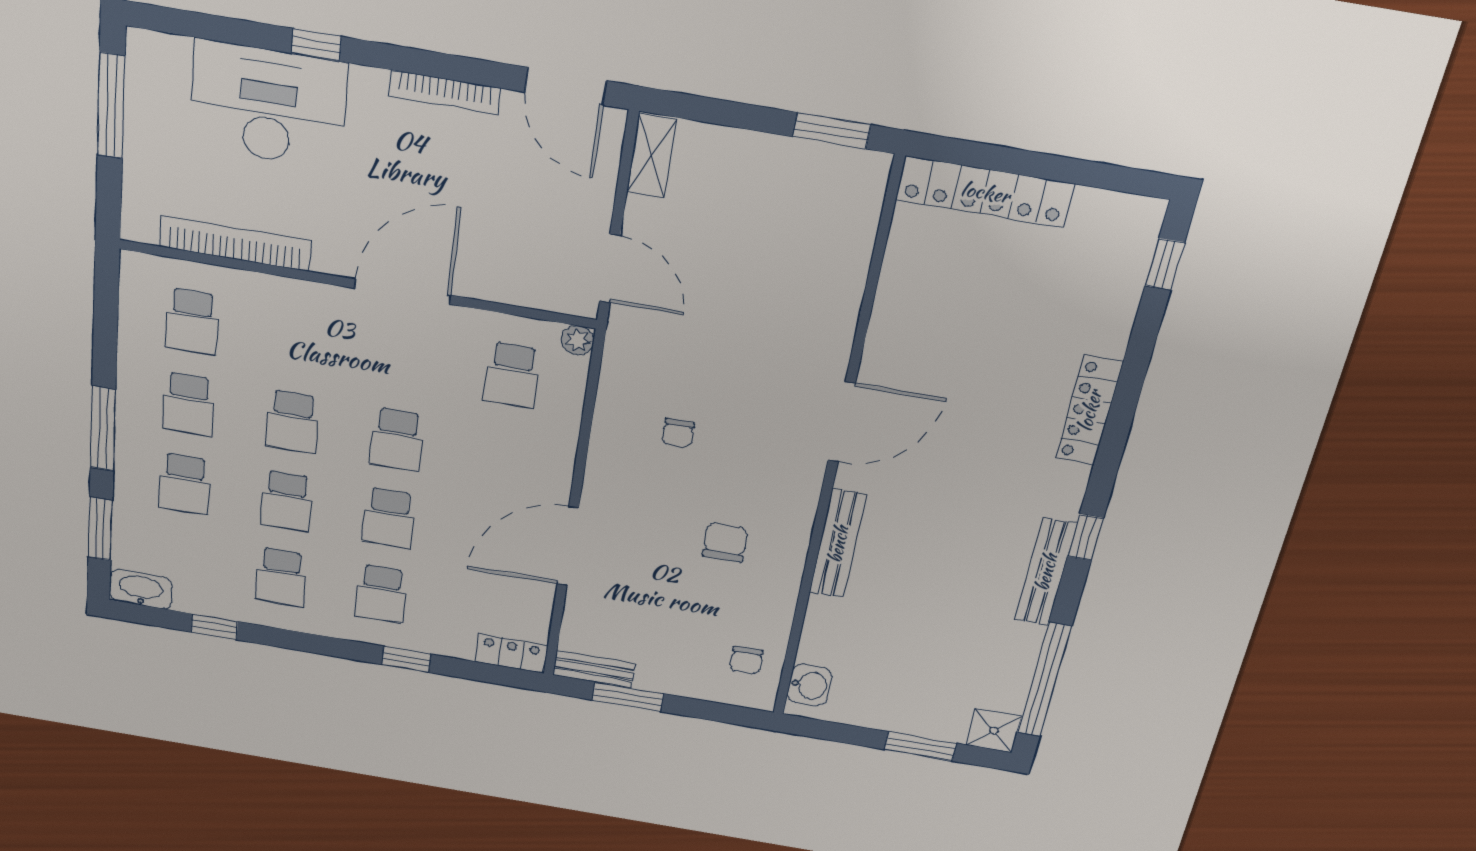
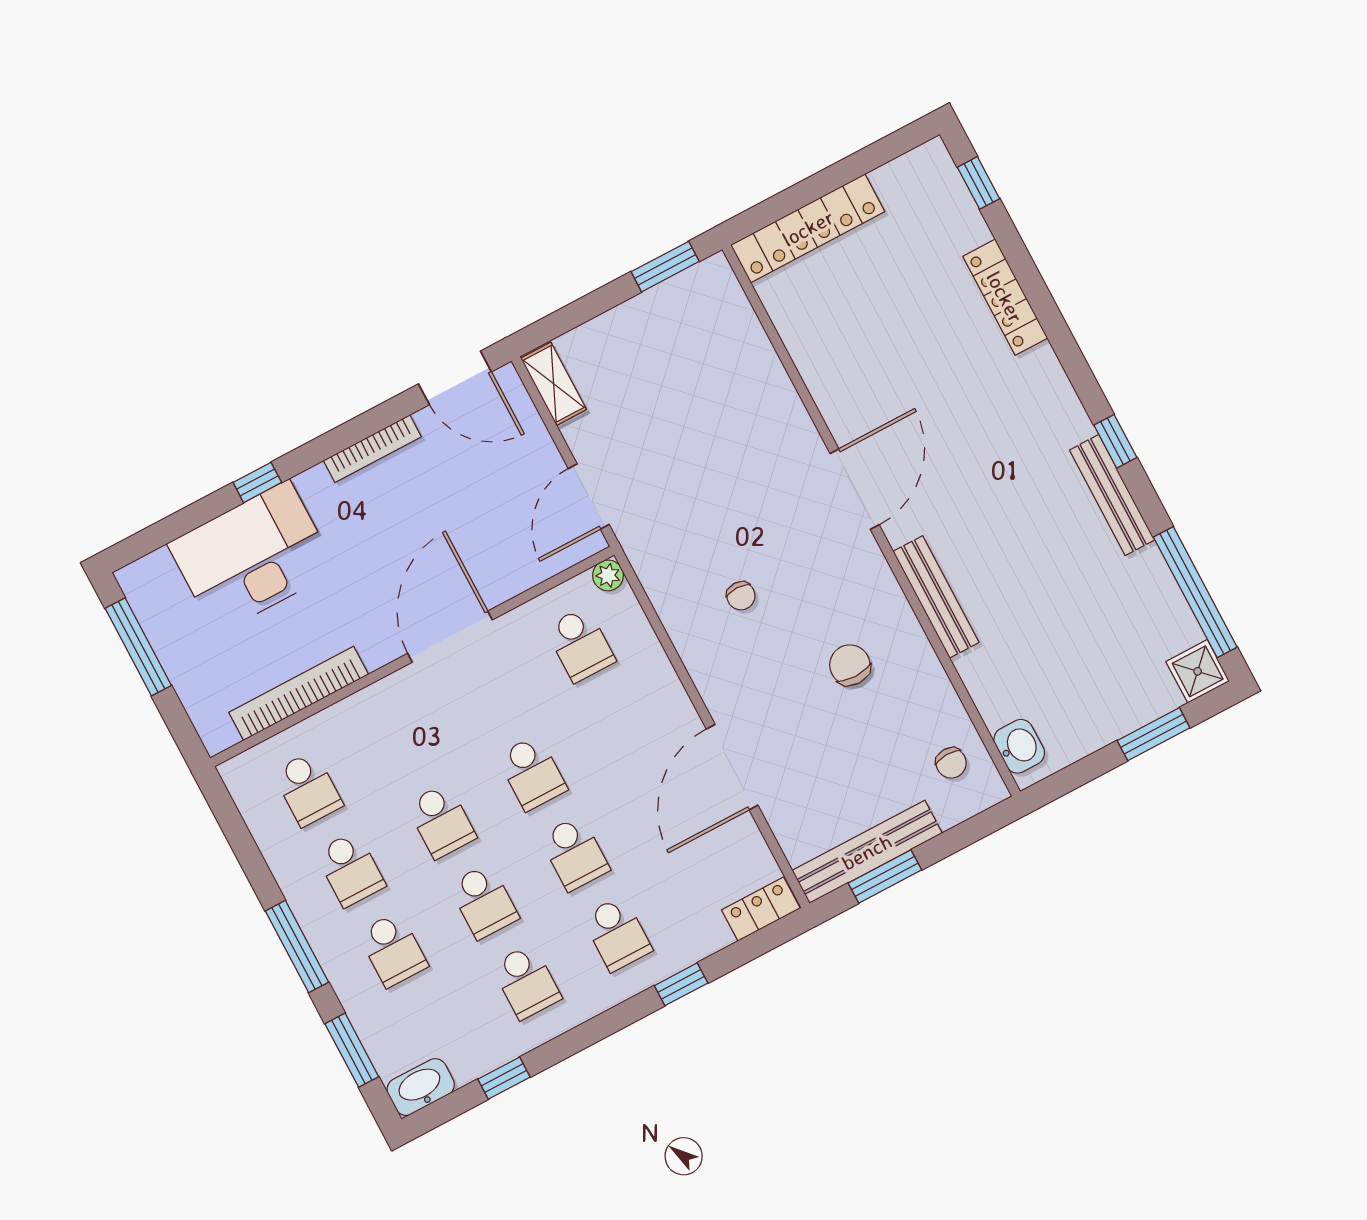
door: (610, 268) -> (589, 496), swing flipped
locker: (1089, 411) -> (1005, 297), moved
bench: (594, 669) -> (867, 852), width x1.86, depth x1.21

